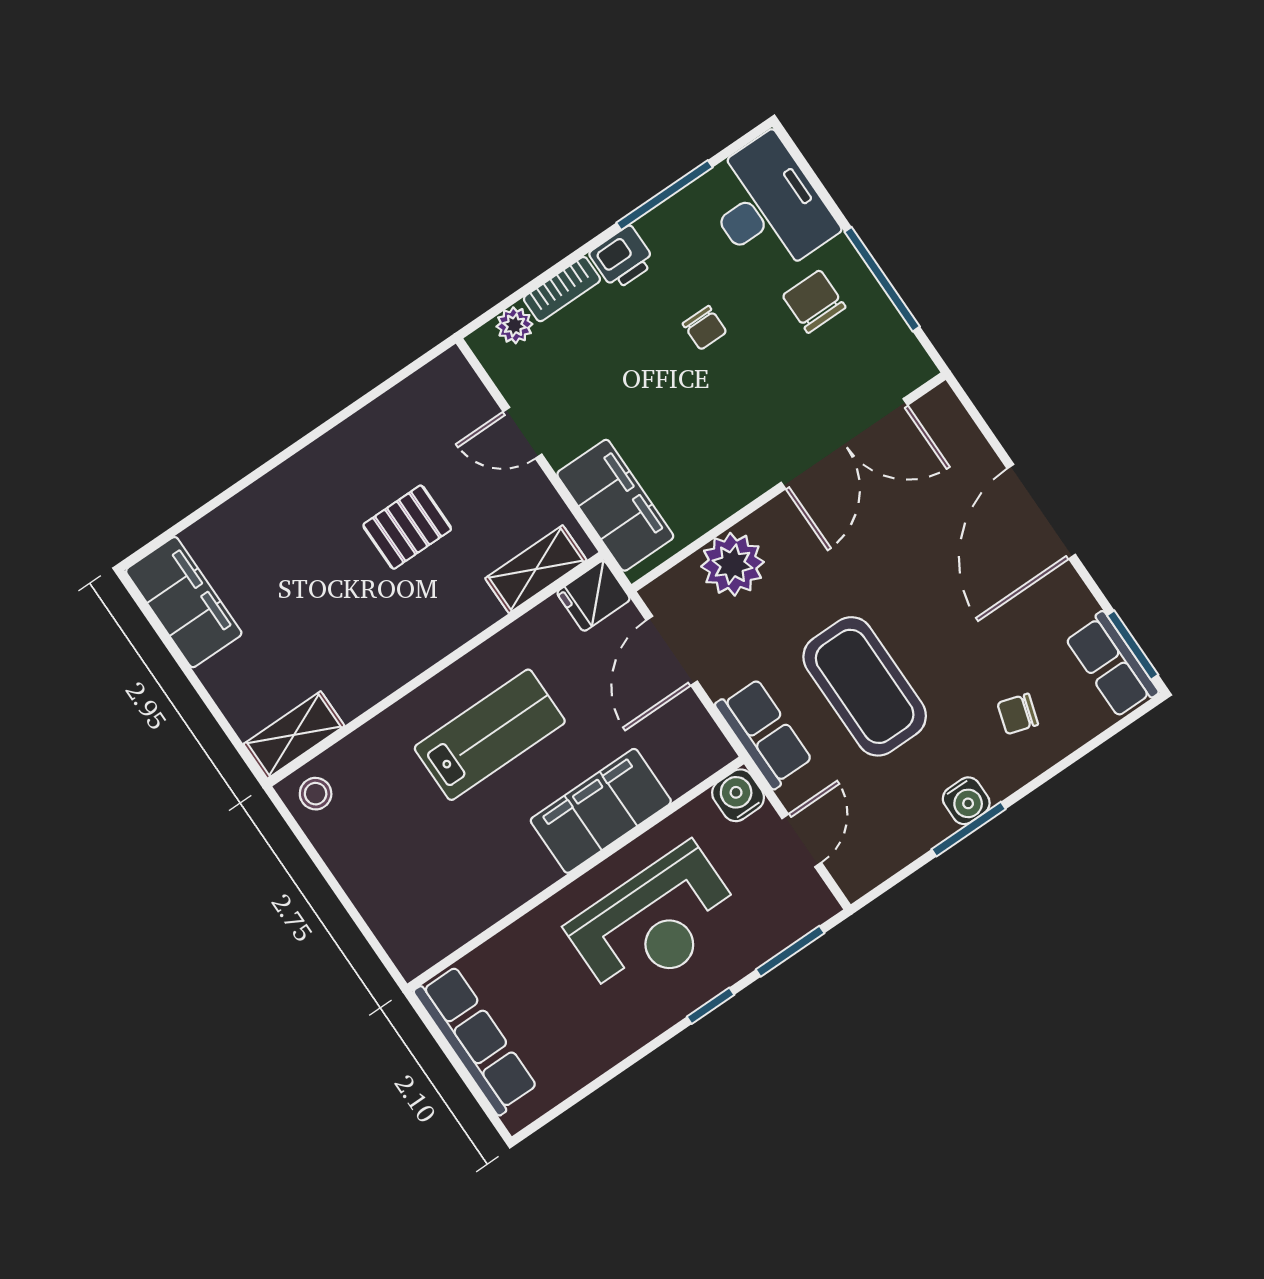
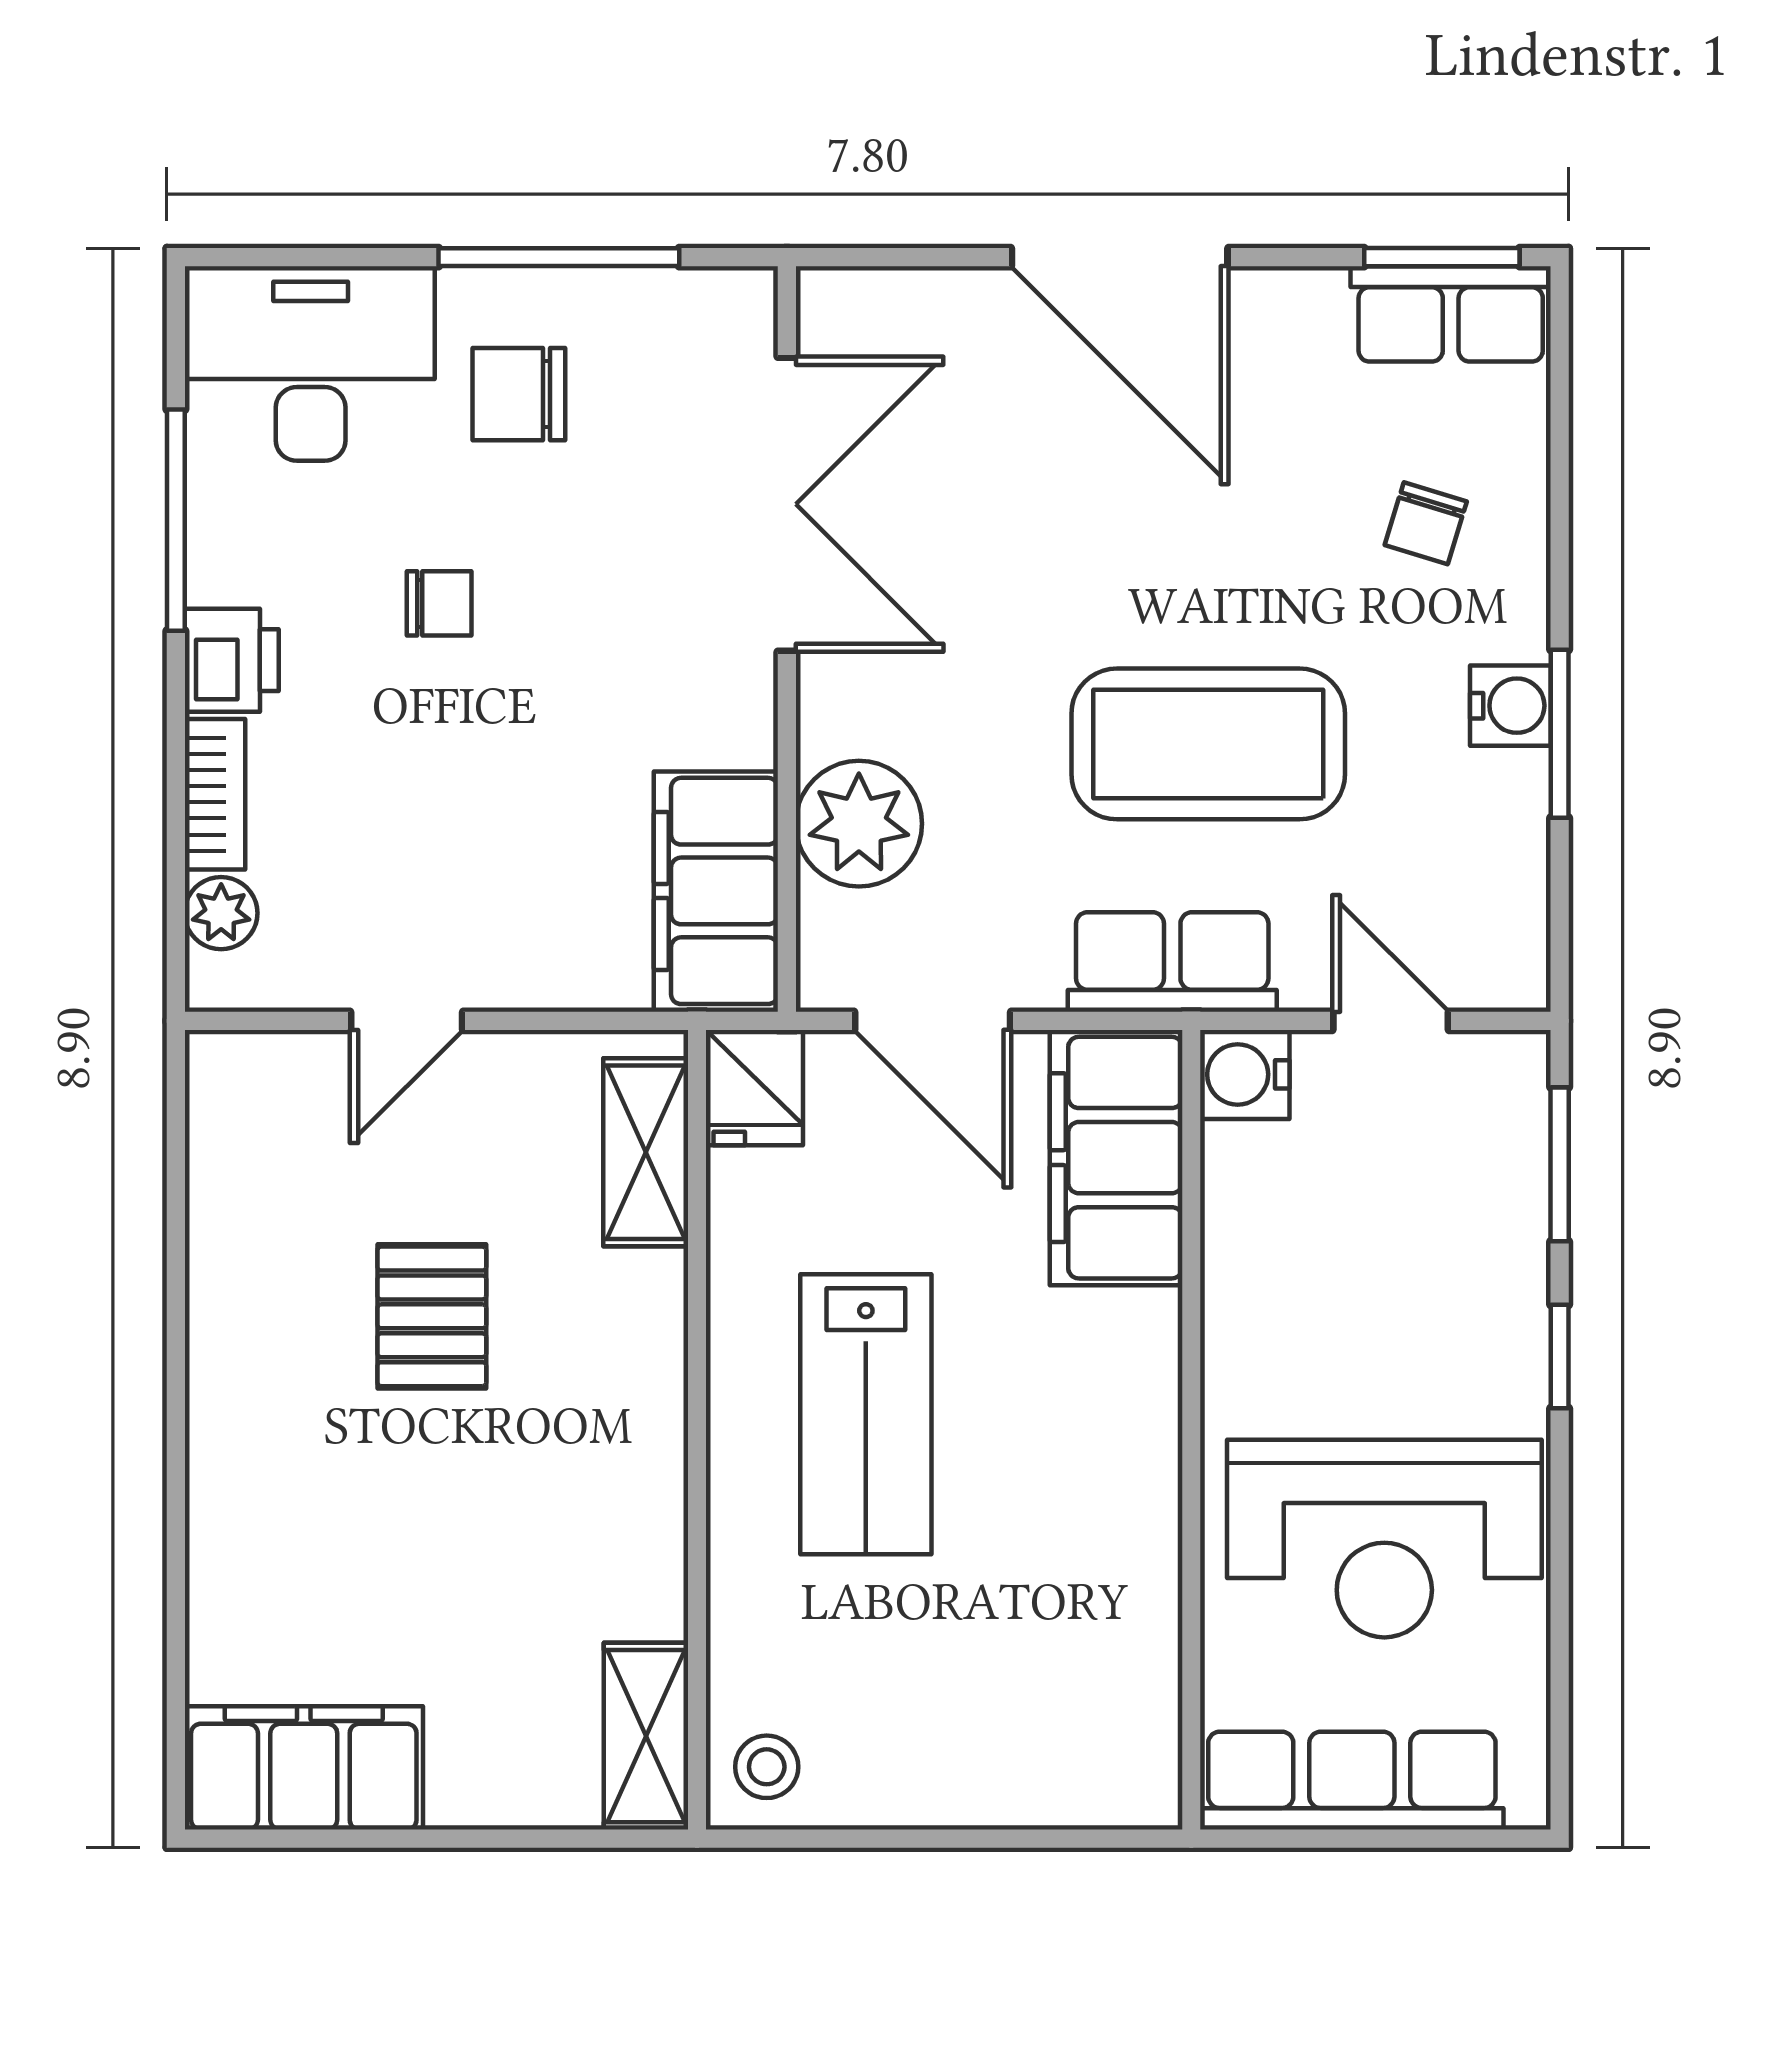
filing cabinet: (615, 505) -> (716, 891), moved, turned -90
lab bench: (490, 735) -> (866, 1414), turned 180
filing cabinet: (601, 811) -> (1116, 1158), moved
reception desk: (655, 923) -> (1384, 1539), moved, turned 90

